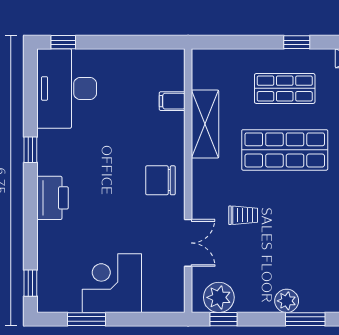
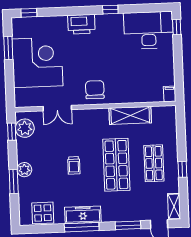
filing cabinet: (172, 101) -> (170, 94), moved
trolley: (243, 215) -> (74, 165), moved
corner desk: (112, 283) -> (37, 62), width x1.36, depth x1.36

